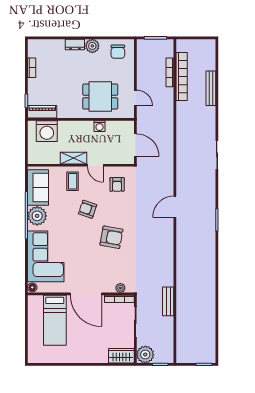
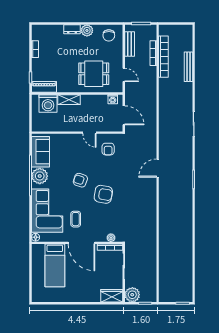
washing machine: (100, 126) -> (113, 99), moved
shelving: (74, 158) -> (69, 100), moved
coffee table: (73, 181) -> (76, 219), moved
armchair: (88, 209) -> (80, 180), moved
bench: (168, 301) -> (130, 44), moved

